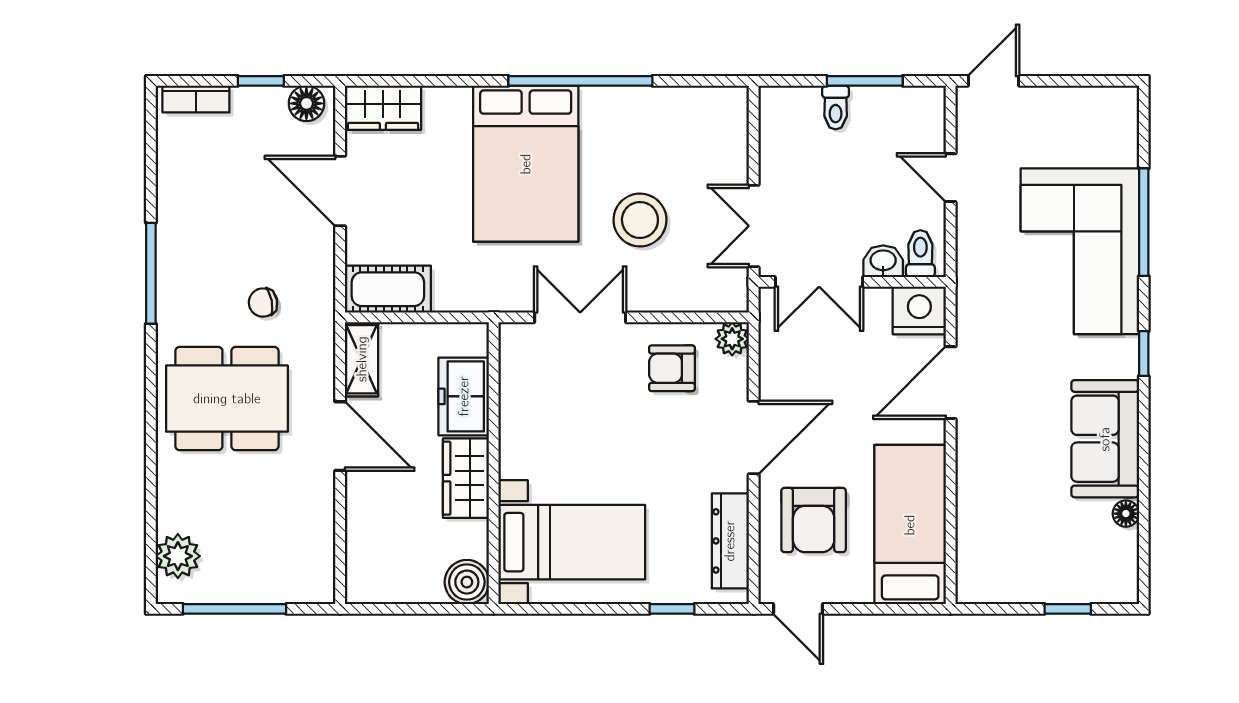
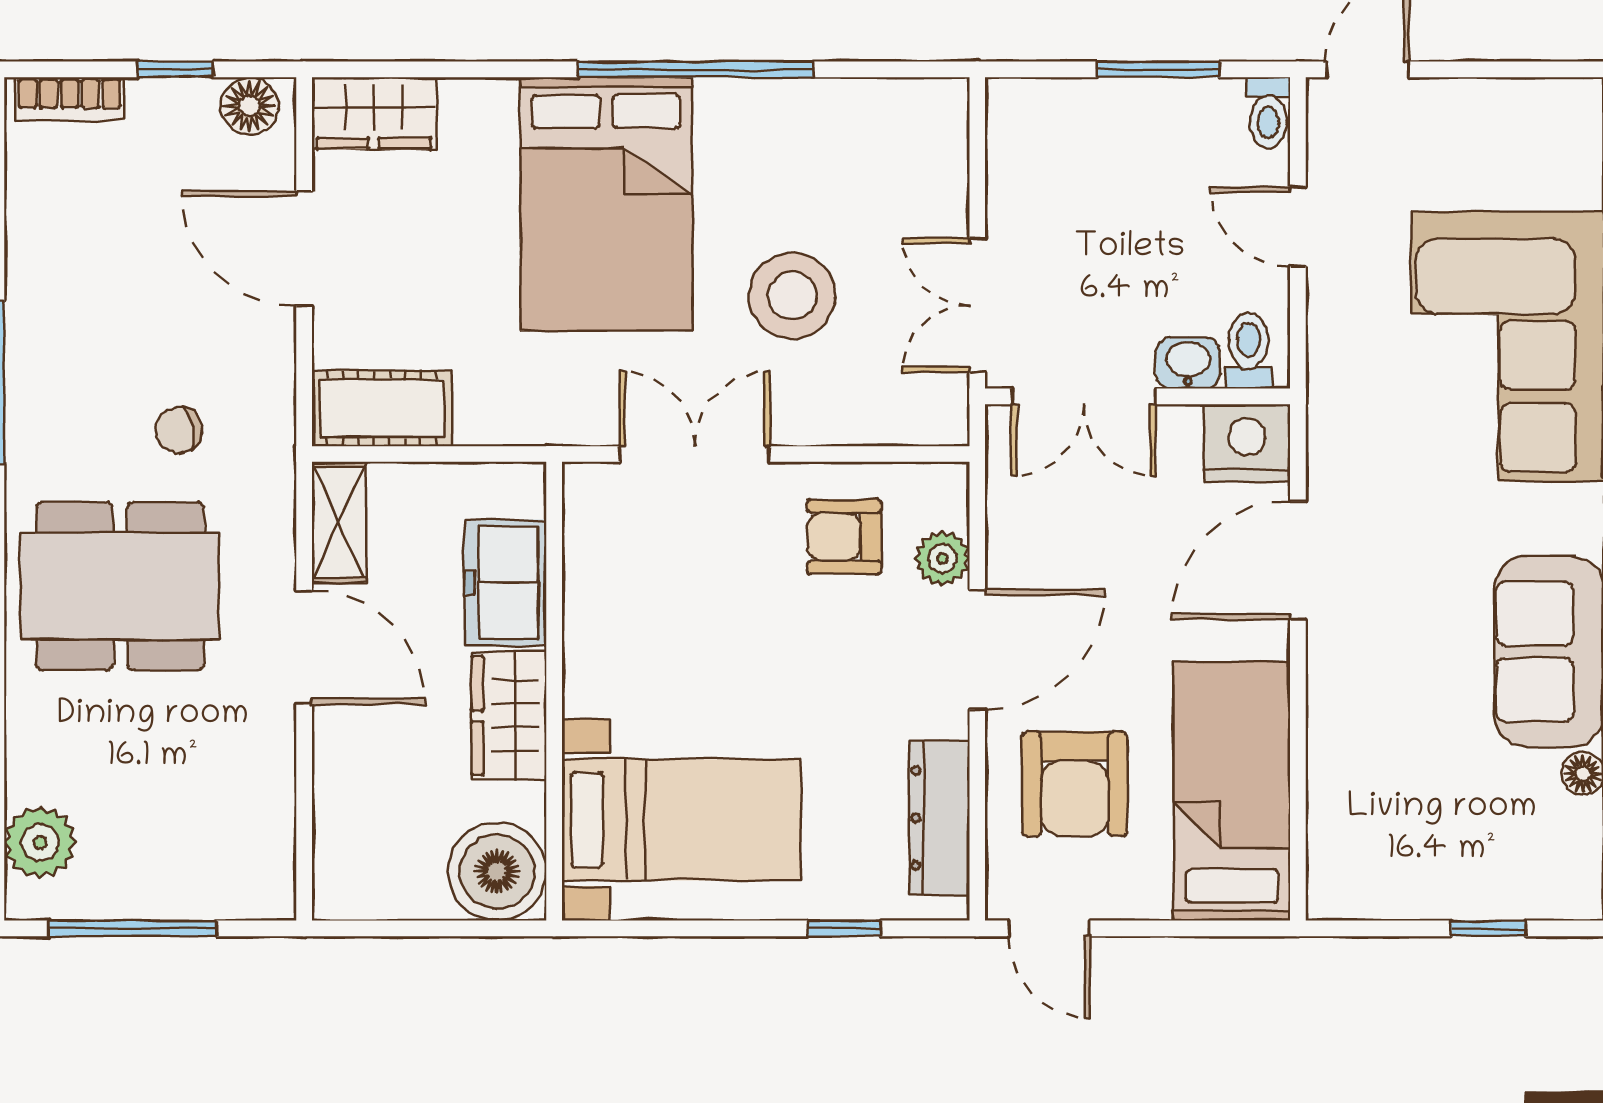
toilet: (836, 107) -> (1268, 113), moved
plant: (732, 339) -> (942, 558), moved
boiler: (467, 582) -> (497, 872), width x1.37, depth x1.37

